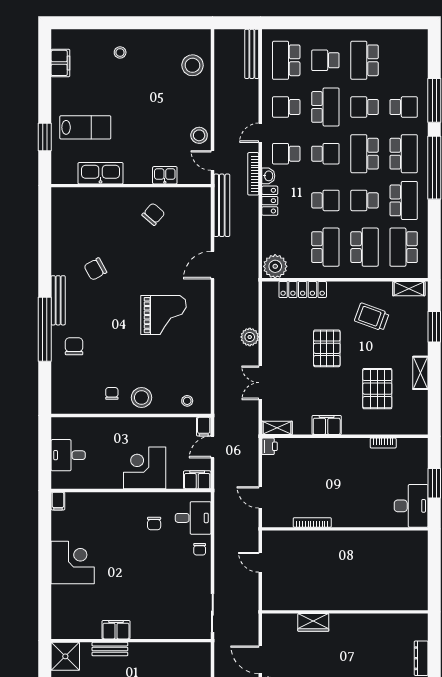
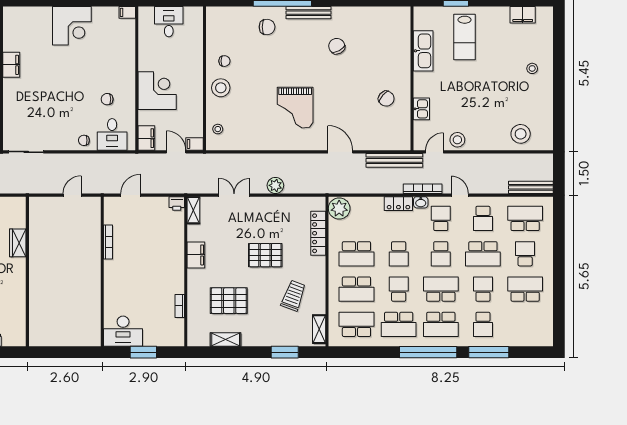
school desk: (286, 107) -> (483, 218), turned 180
shelving: (420, 373) -> (226, 340), moved

